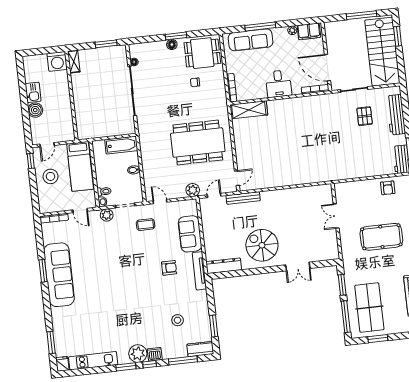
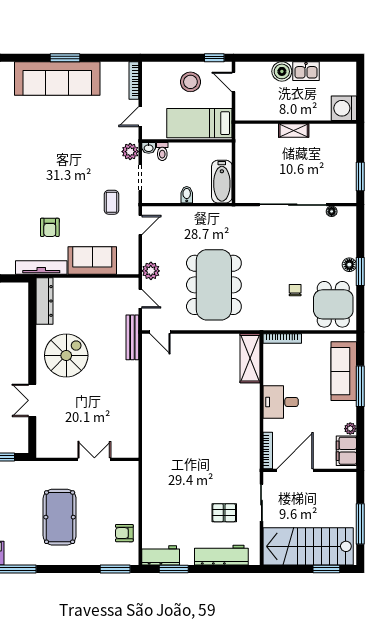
shelving: (74, 62) -> (294, 131), moved

